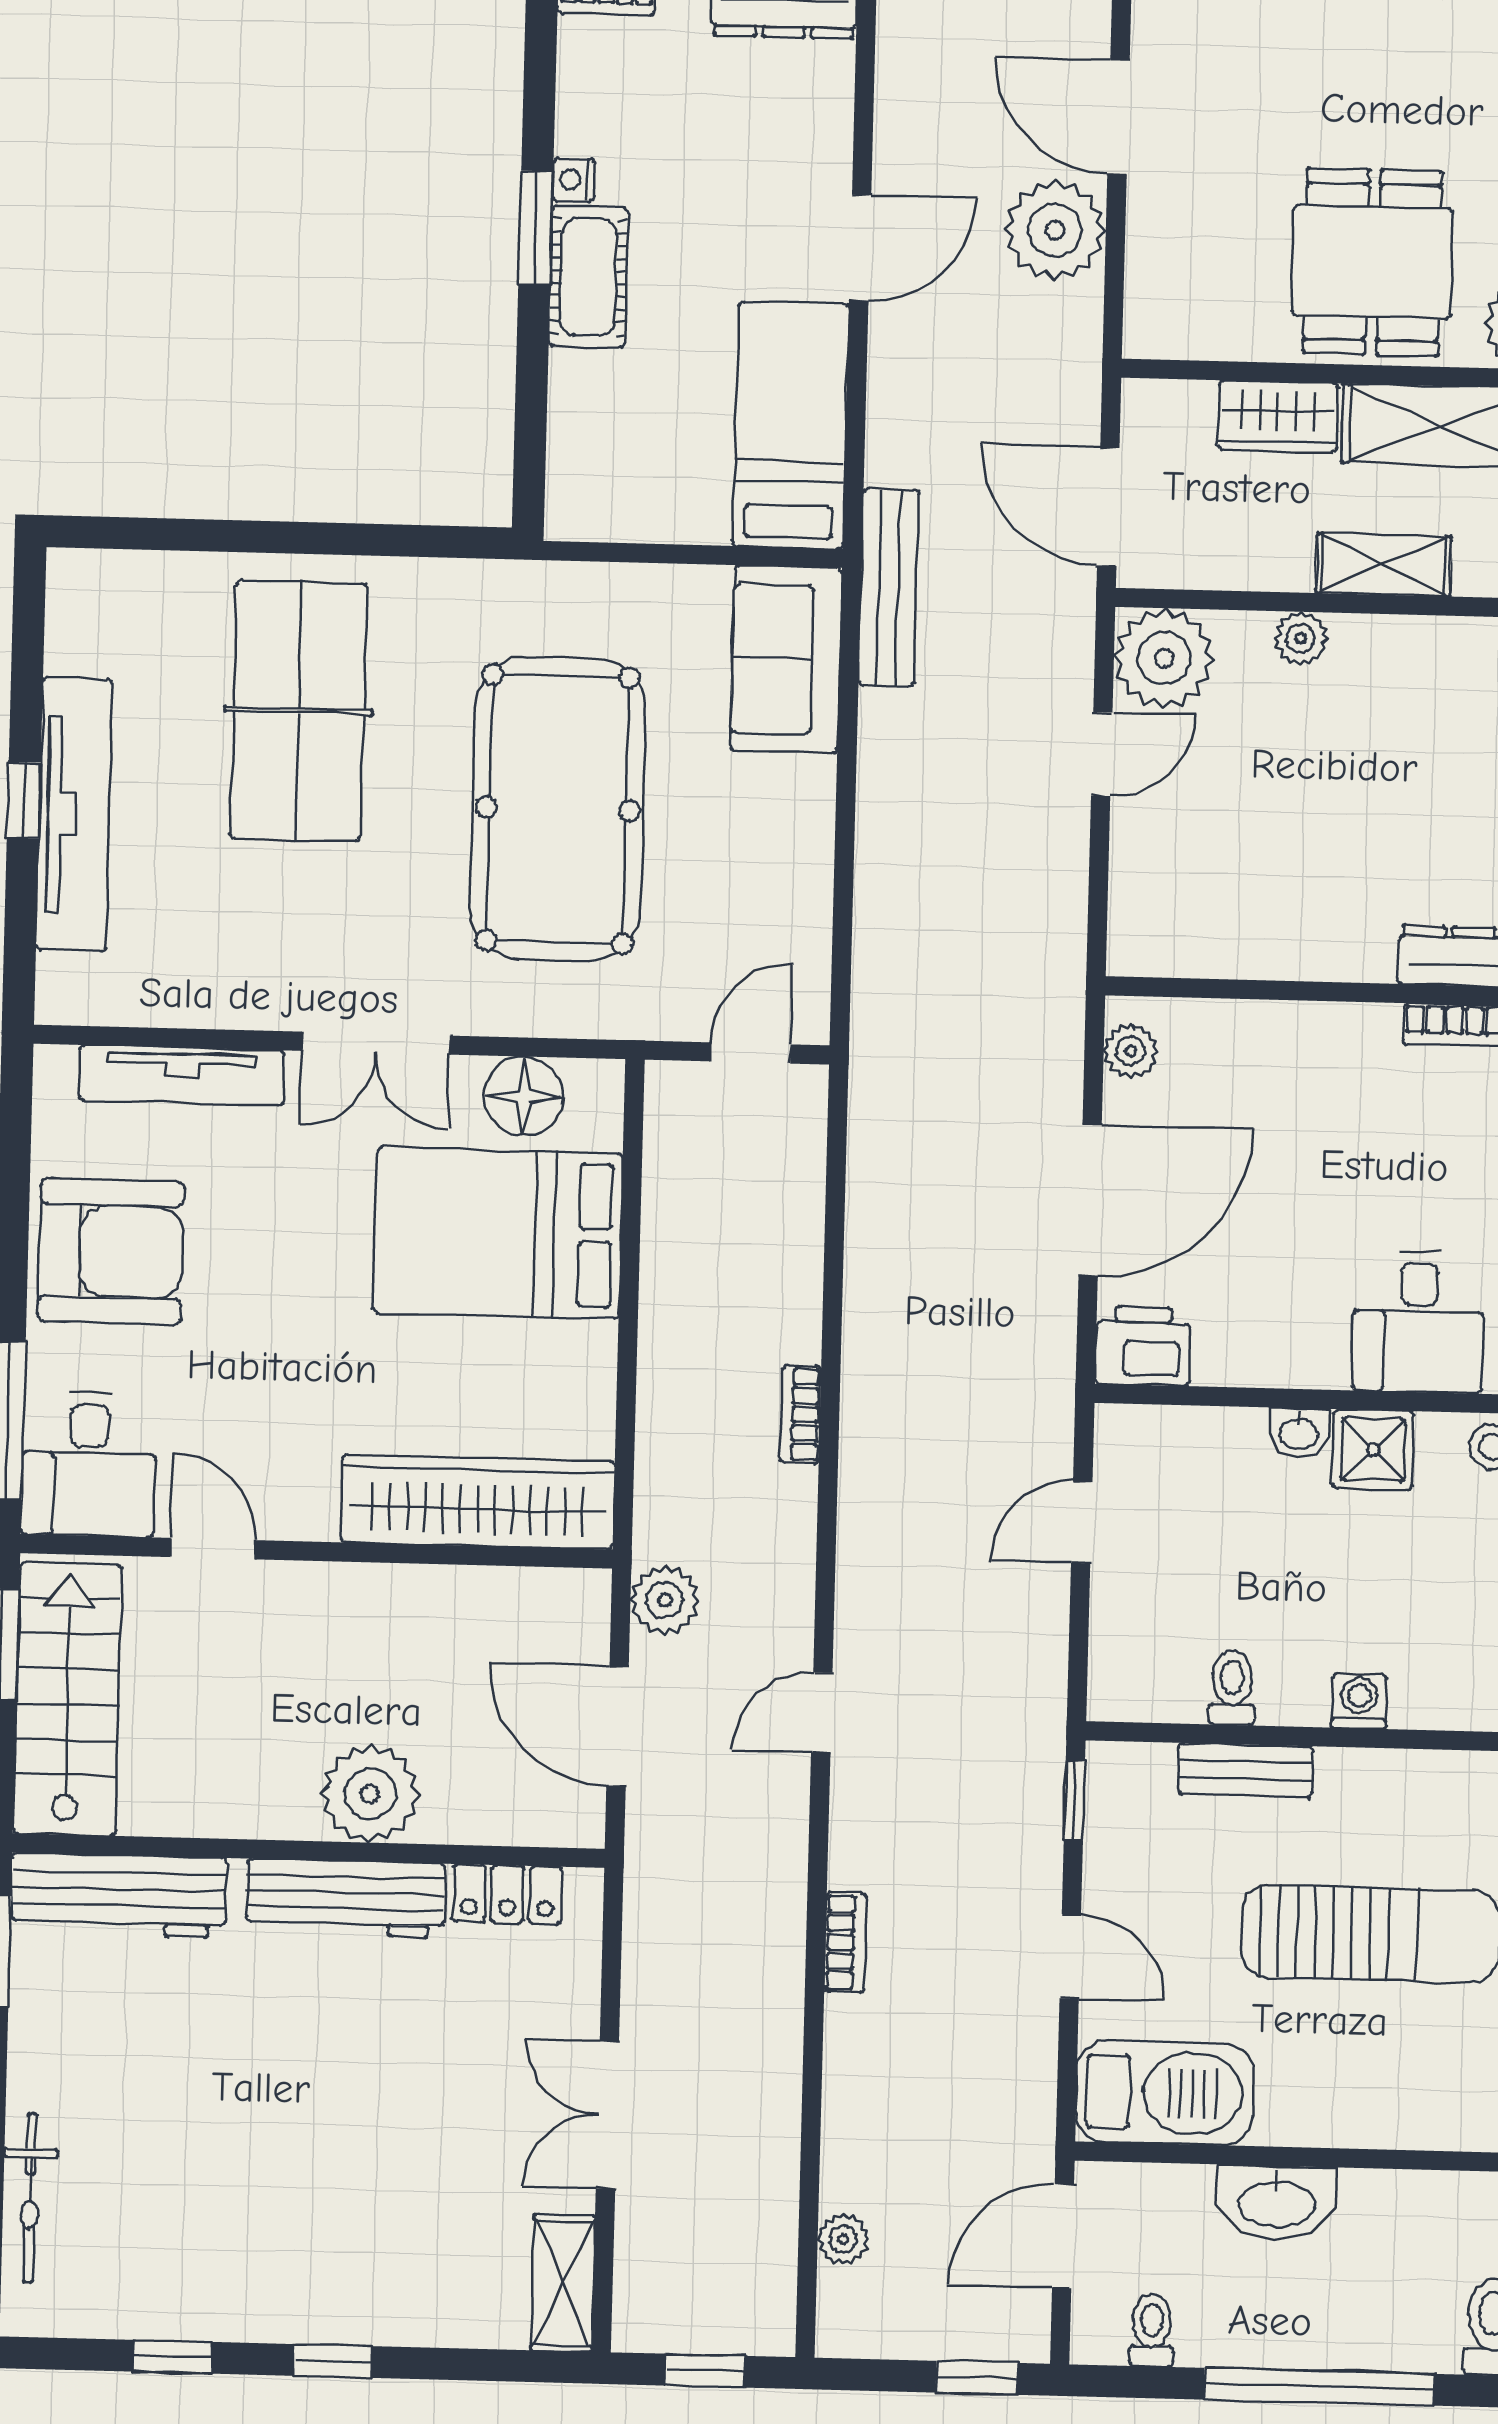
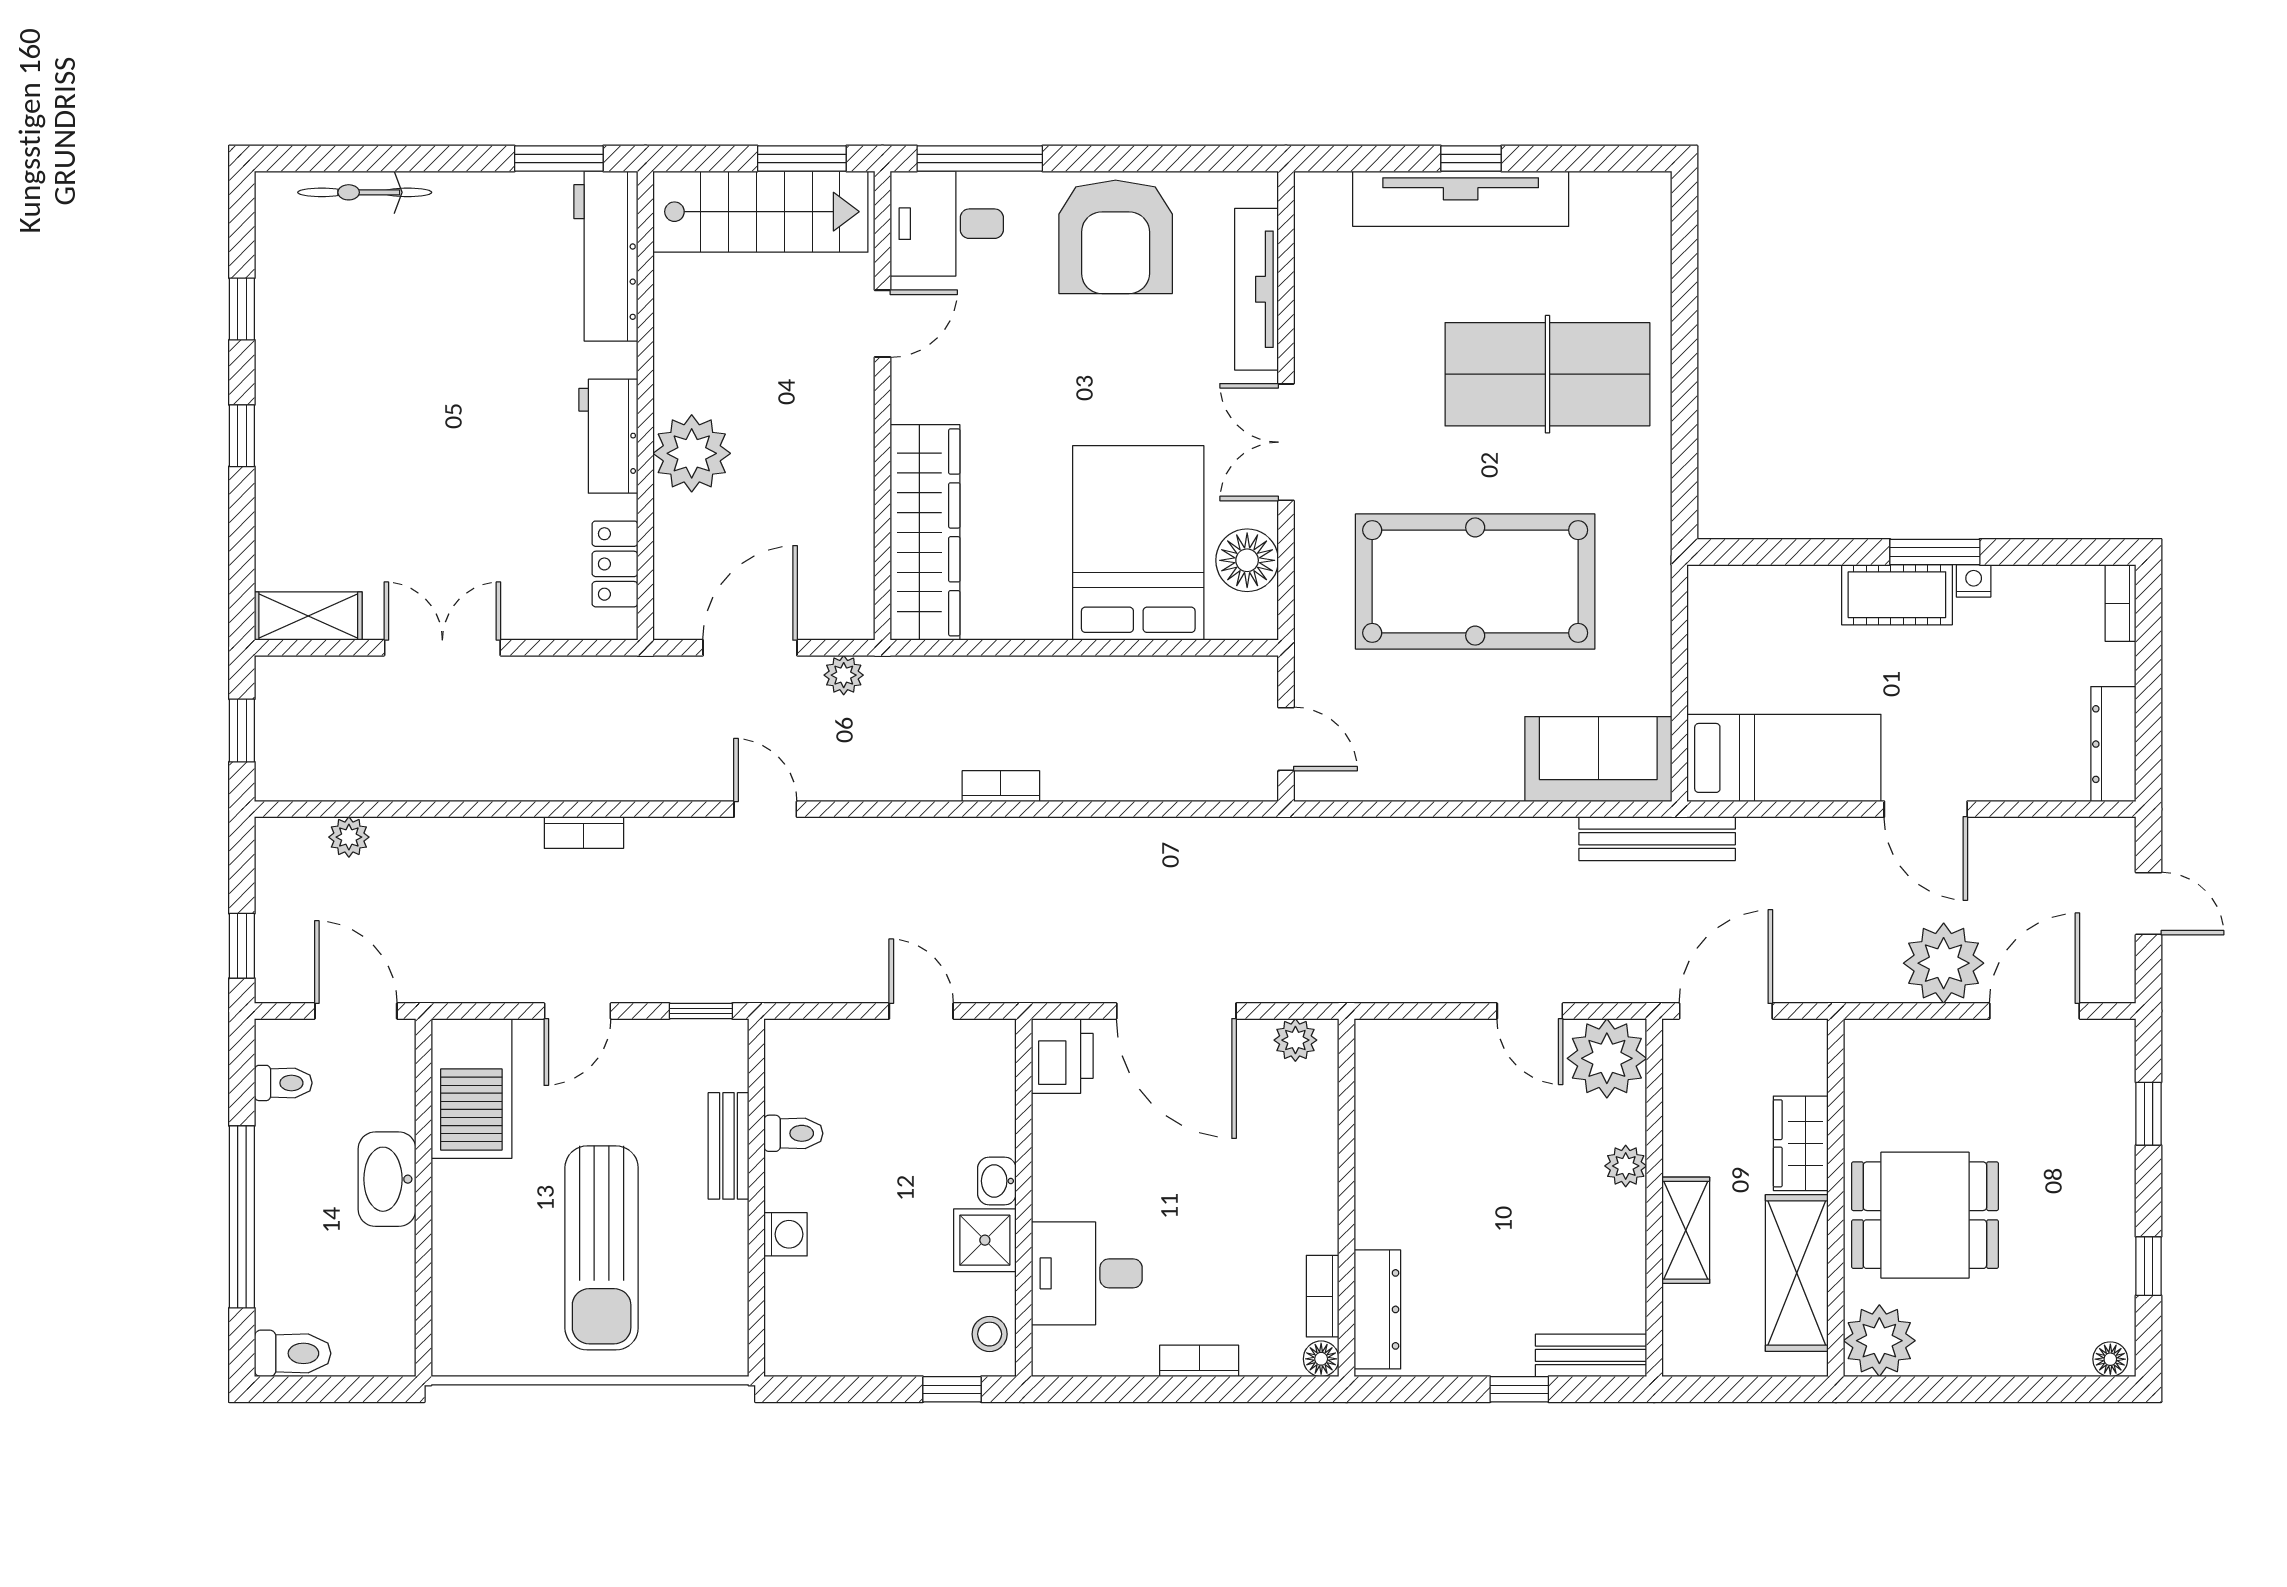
plant: (665, 1600) -> (844, 675), width x0.73, depth x0.73
workbench: (346, 1898) -> (608, 436), width x0.73

